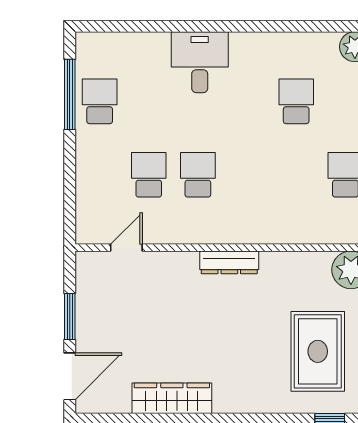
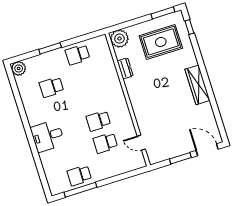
dresser: (229, 262) -> (125, 68), moved, width x0.70
wardrobe: (172, 398) -> (197, 85), moved

